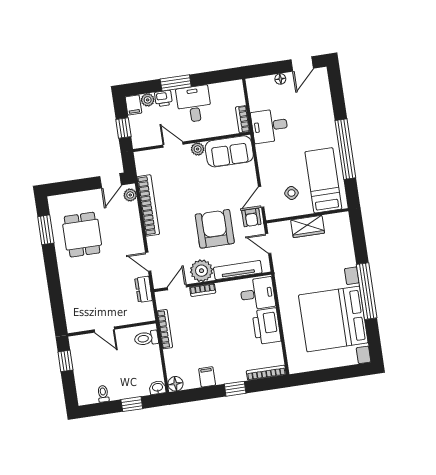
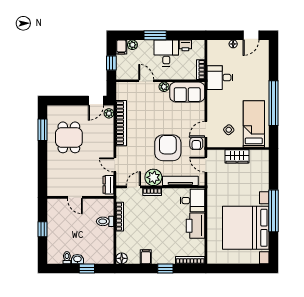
printer: (163, 98) -> (185, 45), moved
wall: (112, 328) -> (80, 197), moved
door: (104, 330) -> (75, 197), moved
washbasin: (158, 388) -> (77, 259), moved

